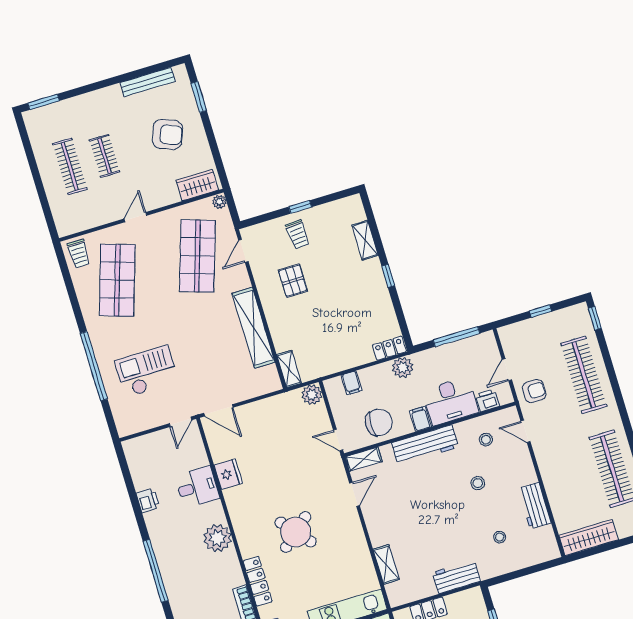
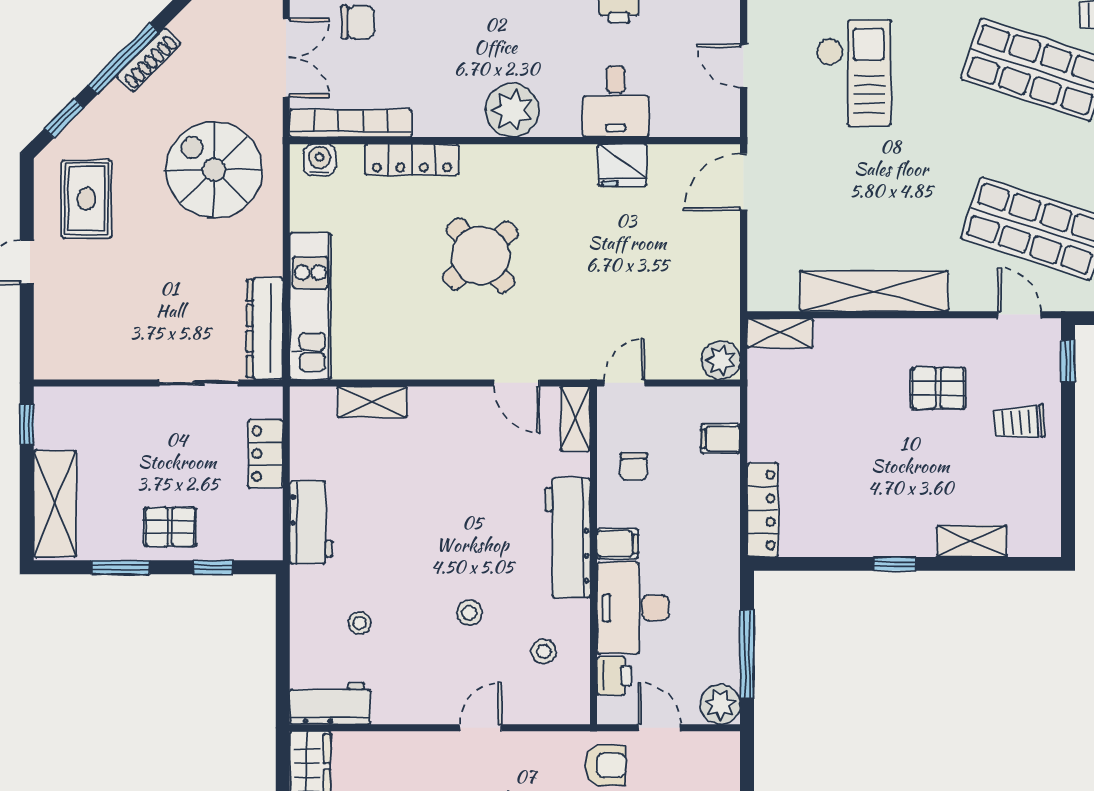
window: (300, 207) -> (1068, 361), moved
locker: (389, 348) -> (763, 510), width x1.53
plant: (403, 368) -> (720, 704), moved
armchair: (534, 391) -> (606, 765), turned -90
door: (180, 422) -> (744, 66), moved
chair: (379, 422) -> (634, 466), width x0.54, depth x0.54
door: (525, 431) -> (481, 728), moved
workbench: (535, 506) -> (330, 703), moved

